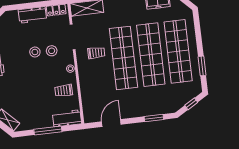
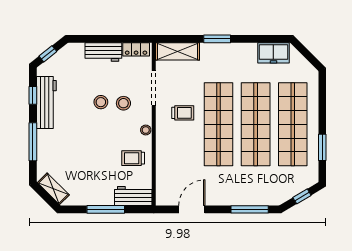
window: (154, 118) -> (250, 209), width x1.44

